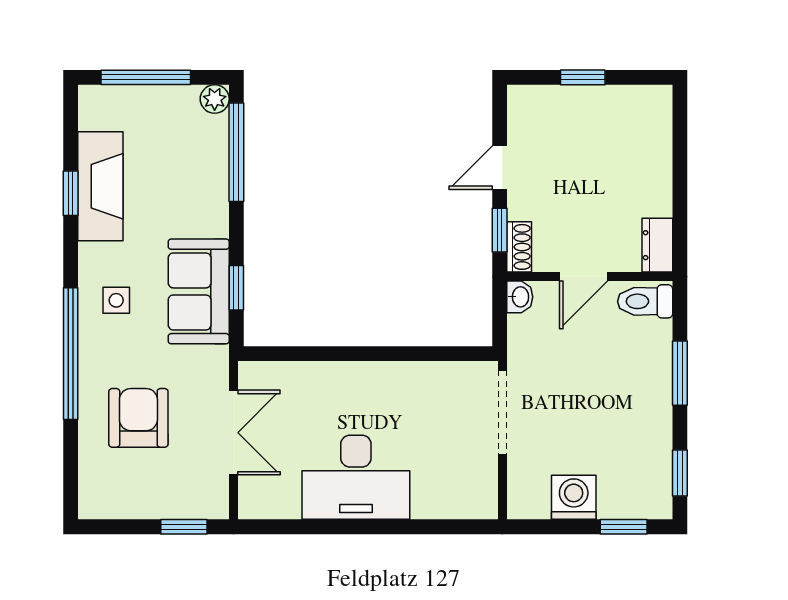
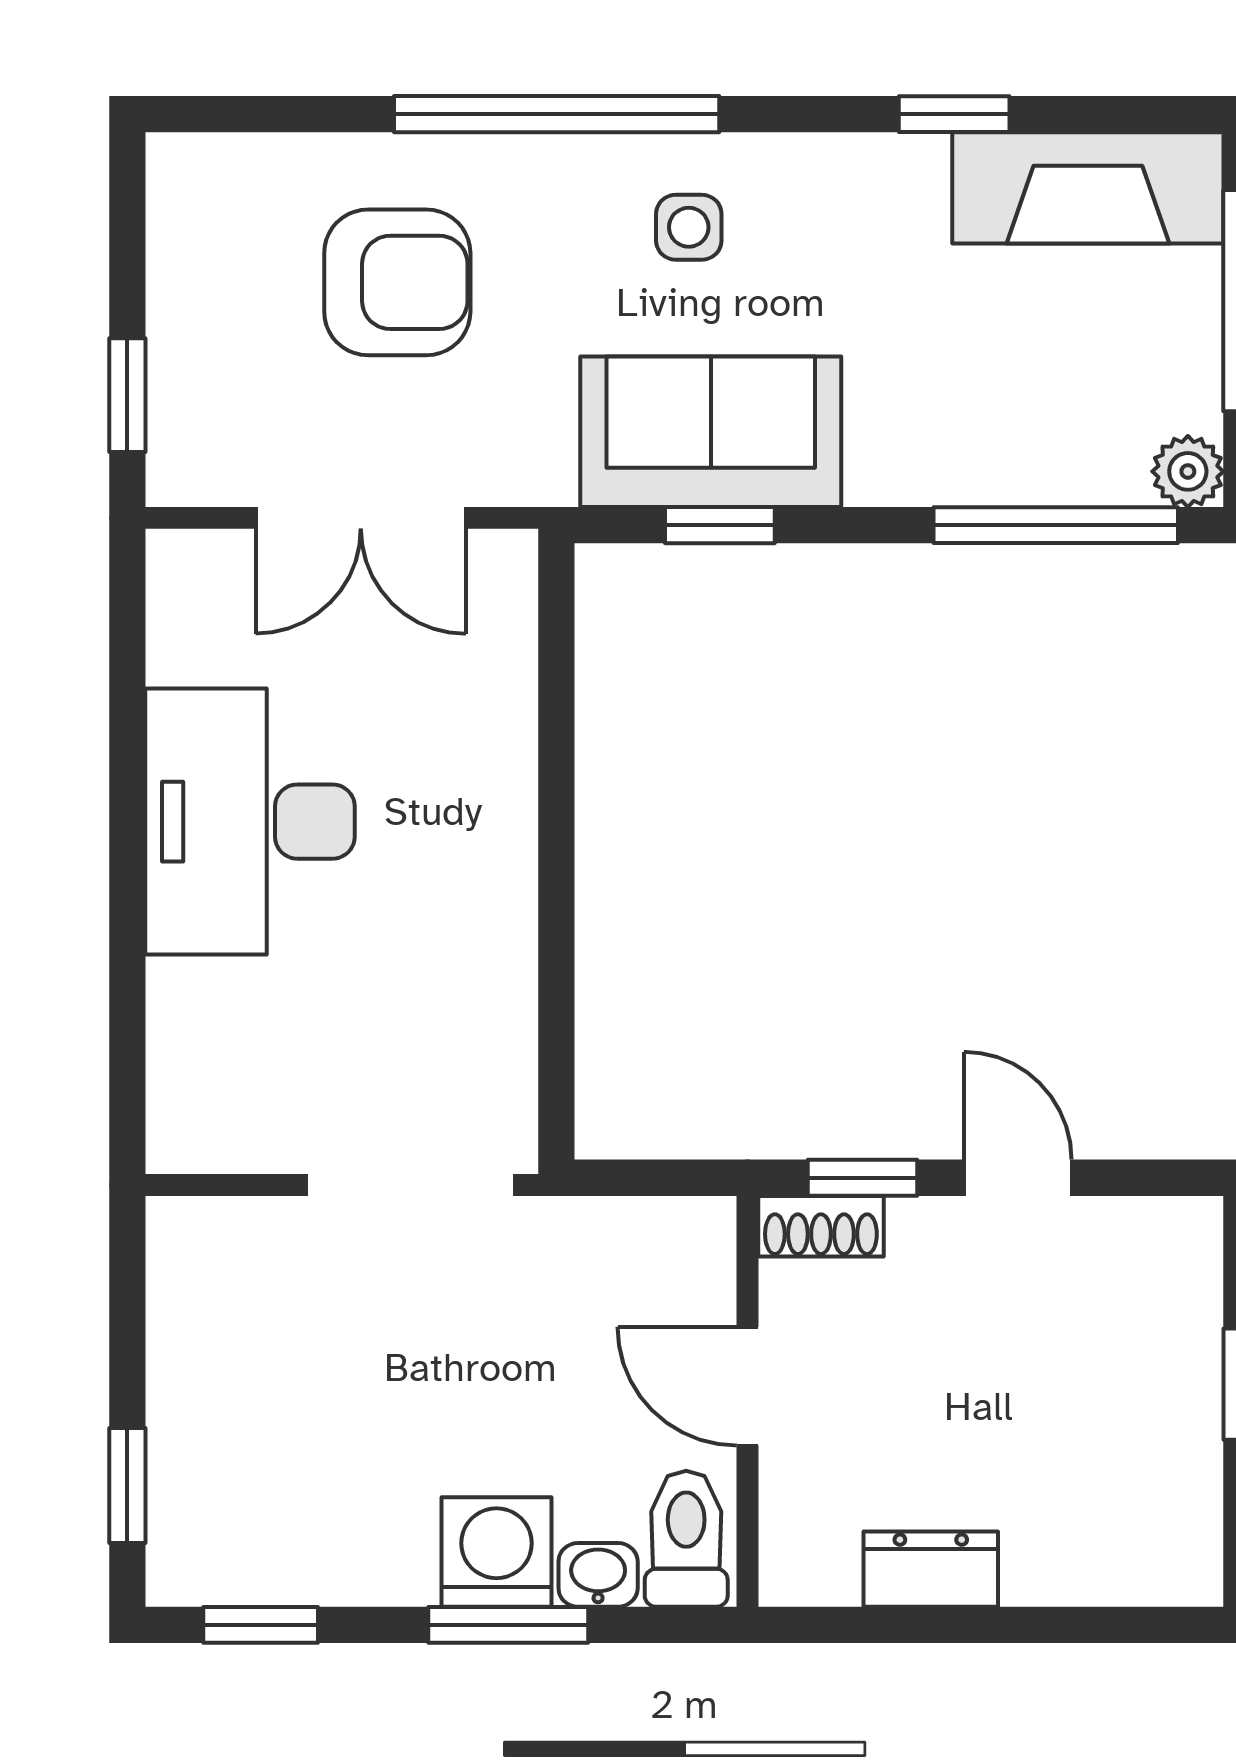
fireplace: (100, 186) -> (1088, 188), moved
dresser: (657, 245) -> (931, 1569), moved
washbasin: (520, 297) -> (598, 1575), moved, turned 180
washing machine: (574, 497) -> (496, 1552), moved, turned -90

